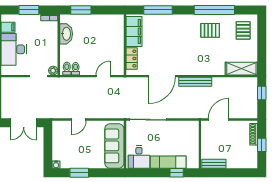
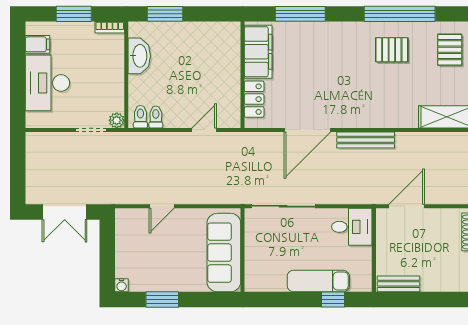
desk: (139, 157) -> (352, 227), moved, turned -90

